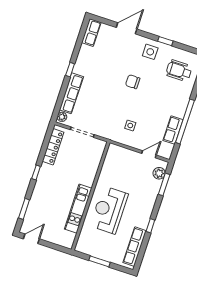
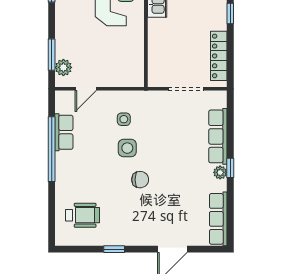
row of seats: (91, 32) -> (218, 219), width x1.48
side table: (150, 52) -> (127, 148), moved
plant: (62, 117) -> (220, 172), moved

